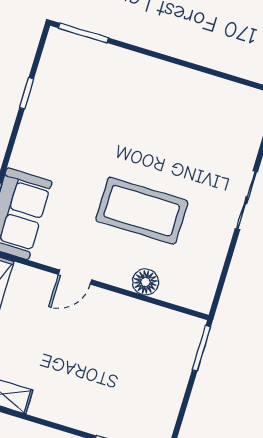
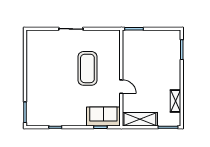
floor lamp: (145, 282) -> (115, 59), removed

